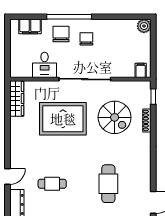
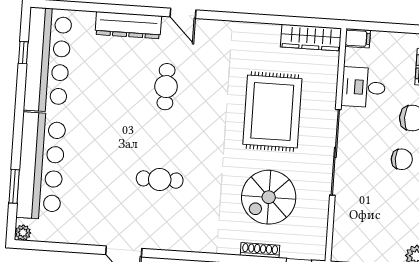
filing cabinet: (141, 70) -> (358, 38), moved
cafe table: (108, 184) -> (160, 179), width x0.73, depth x0.74

